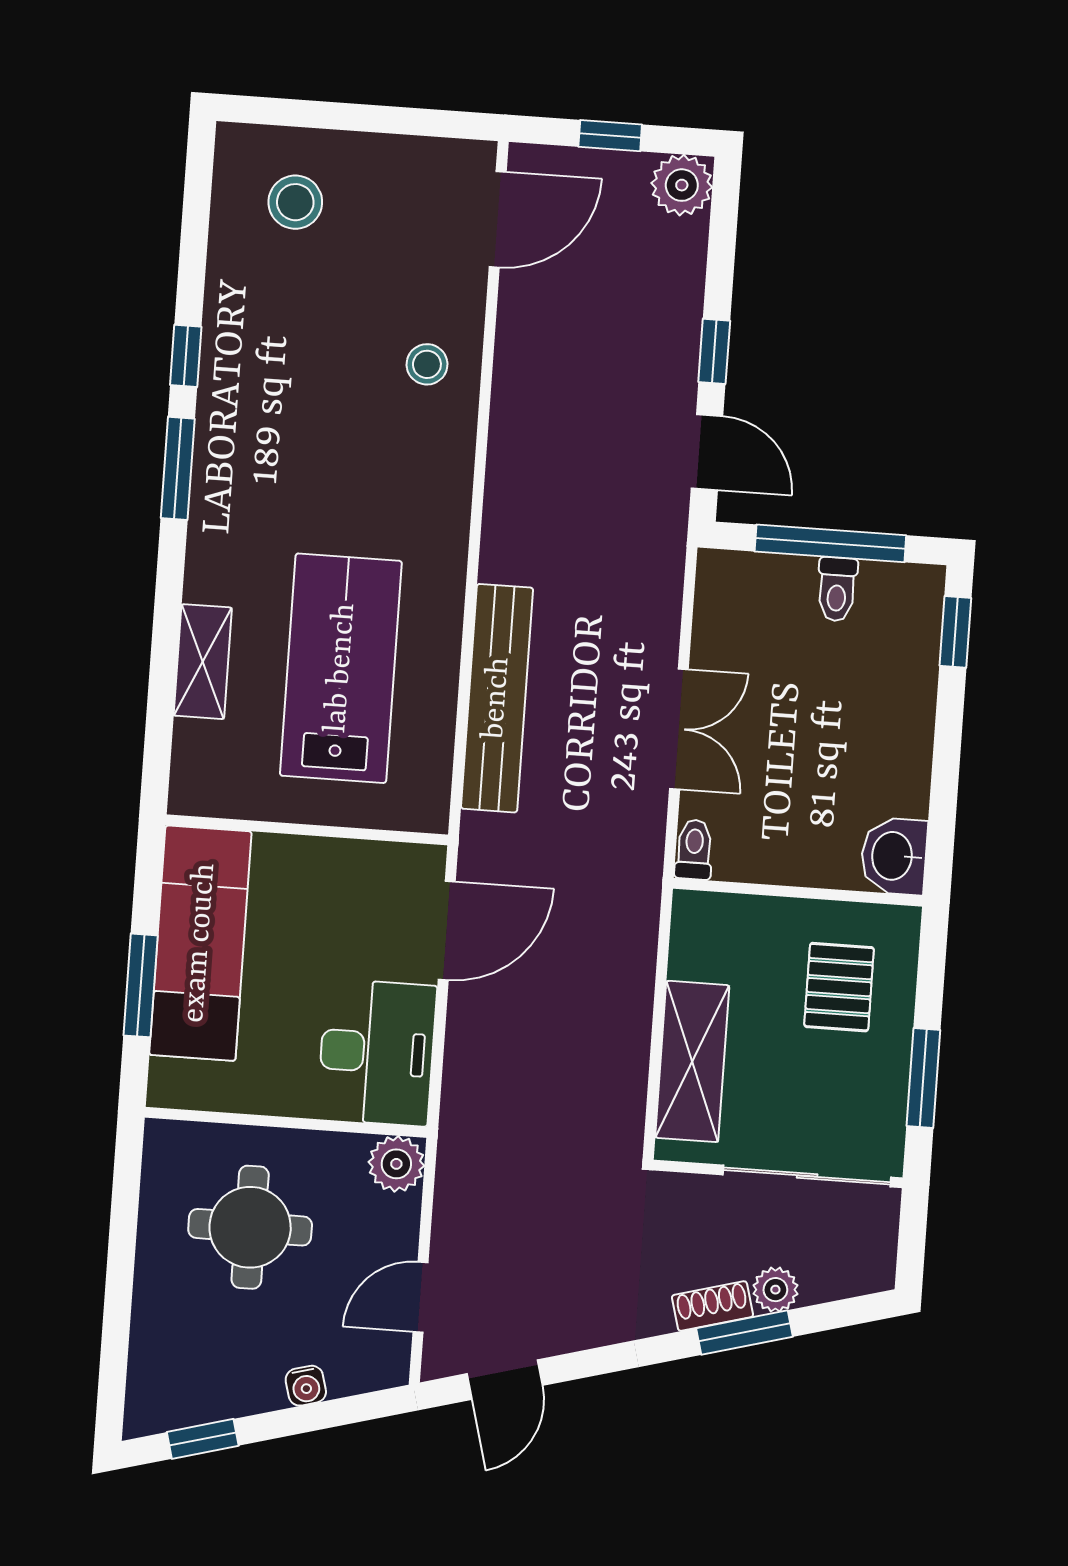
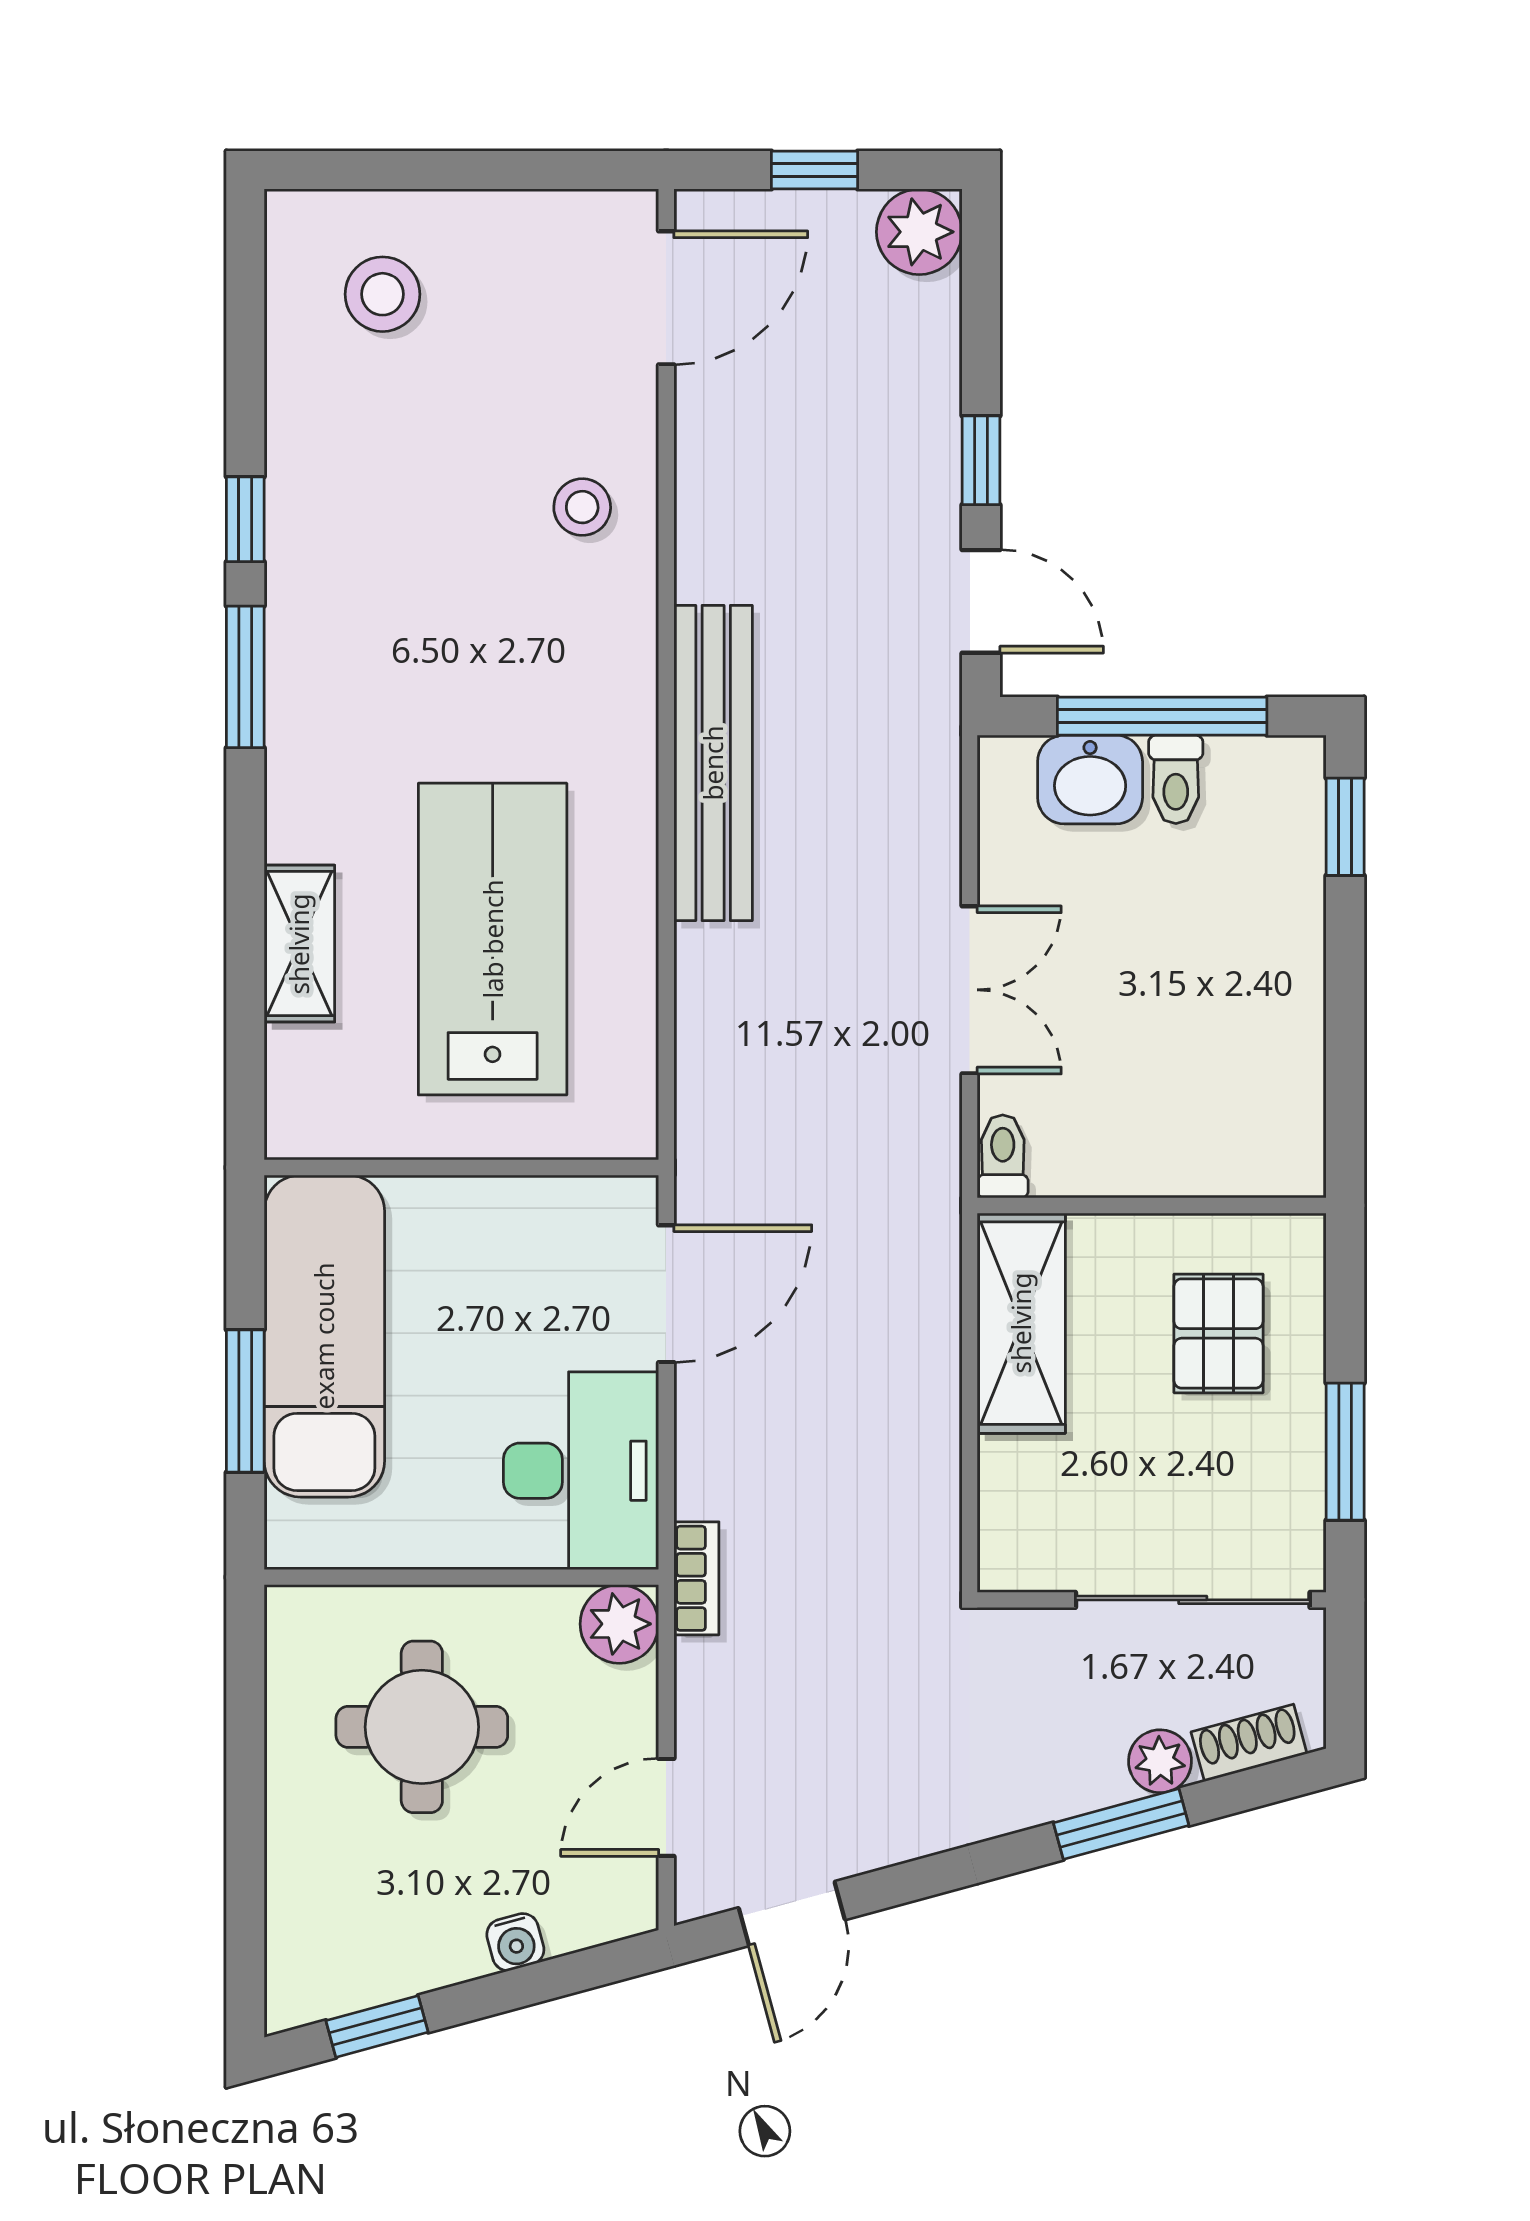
bench: (497, 698) -> (713, 763), moved
washbasin: (894, 856) -> (1090, 780), moved, turned -90
shelving: (692, 1061) -> (1021, 1323), moved
bookcase: (454, 1135) -> (696, 1578), added
shoe rack: (712, 1306) -> (1249, 1743), moved

